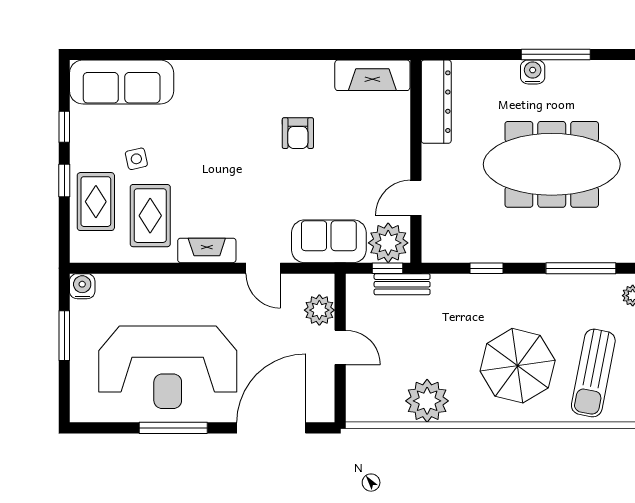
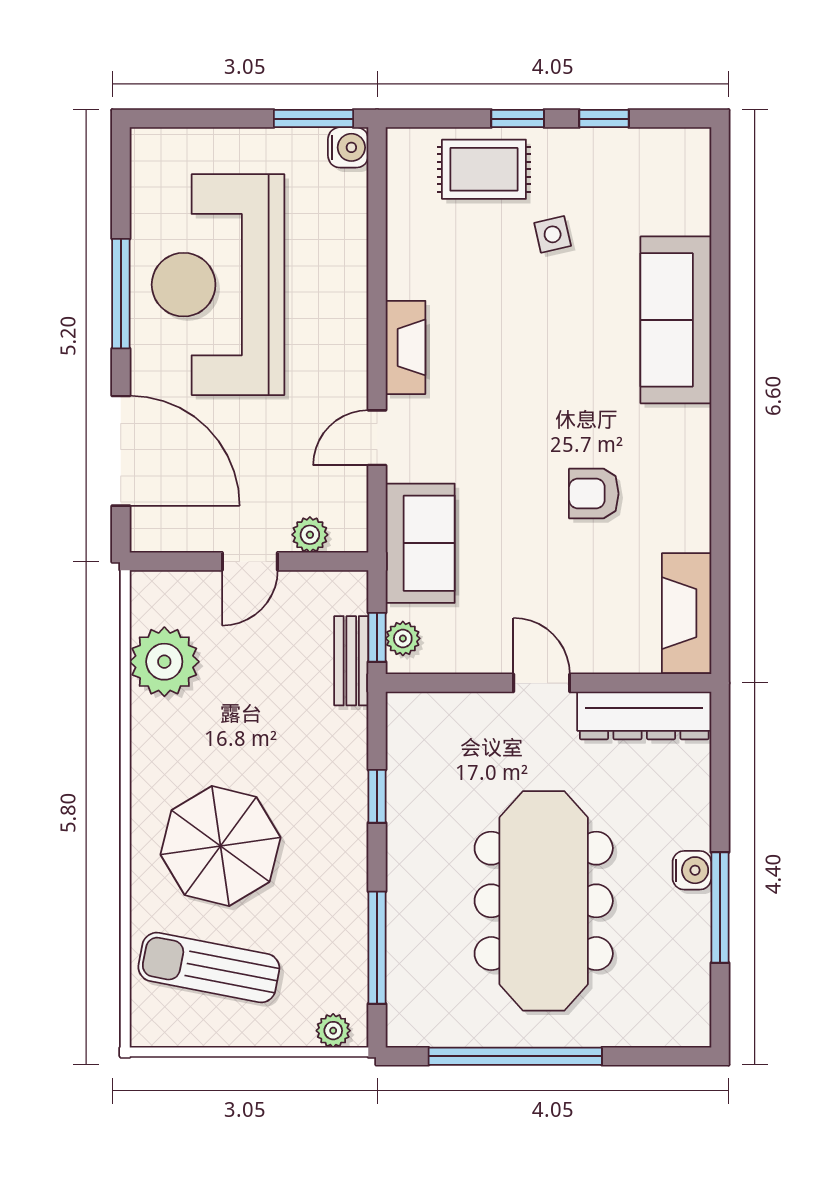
sofa: (122, 82) -> (676, 320), moved
door: (416, 198) -> (542, 683), moved
rug: (150, 216) -> (461, 257), removed
plant: (388, 243) -> (403, 638), width x0.53, depth x0.53
plant: (319, 310) -> (310, 535), width x0.73, depth x0.73
window: (64, 336) -> (314, 119), moved
plant: (427, 401) -> (164, 662), moved

